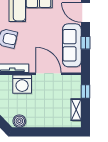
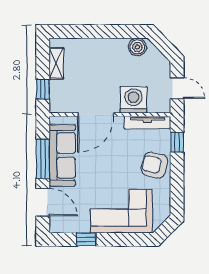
window: (86, 43) -> (43, 159), width x2.17
door: (49, 74) -> (96, 115), hinge flipped

